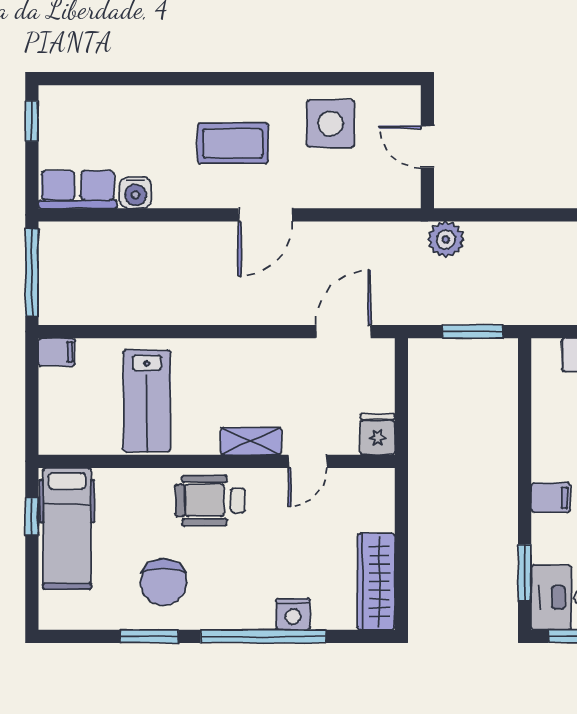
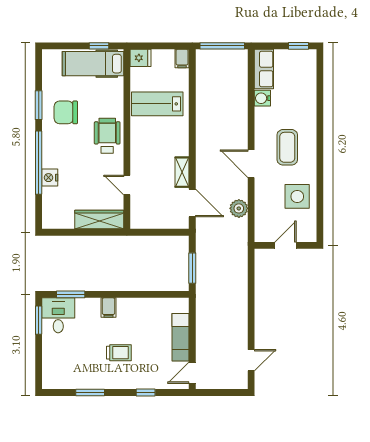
plant: (446, 239) -> (239, 208), moved
fridge: (378, 434) -> (141, 58), moved
shelving: (251, 441) -> (182, 172), moved
wardrobe: (376, 581) -> (99, 220), moved

